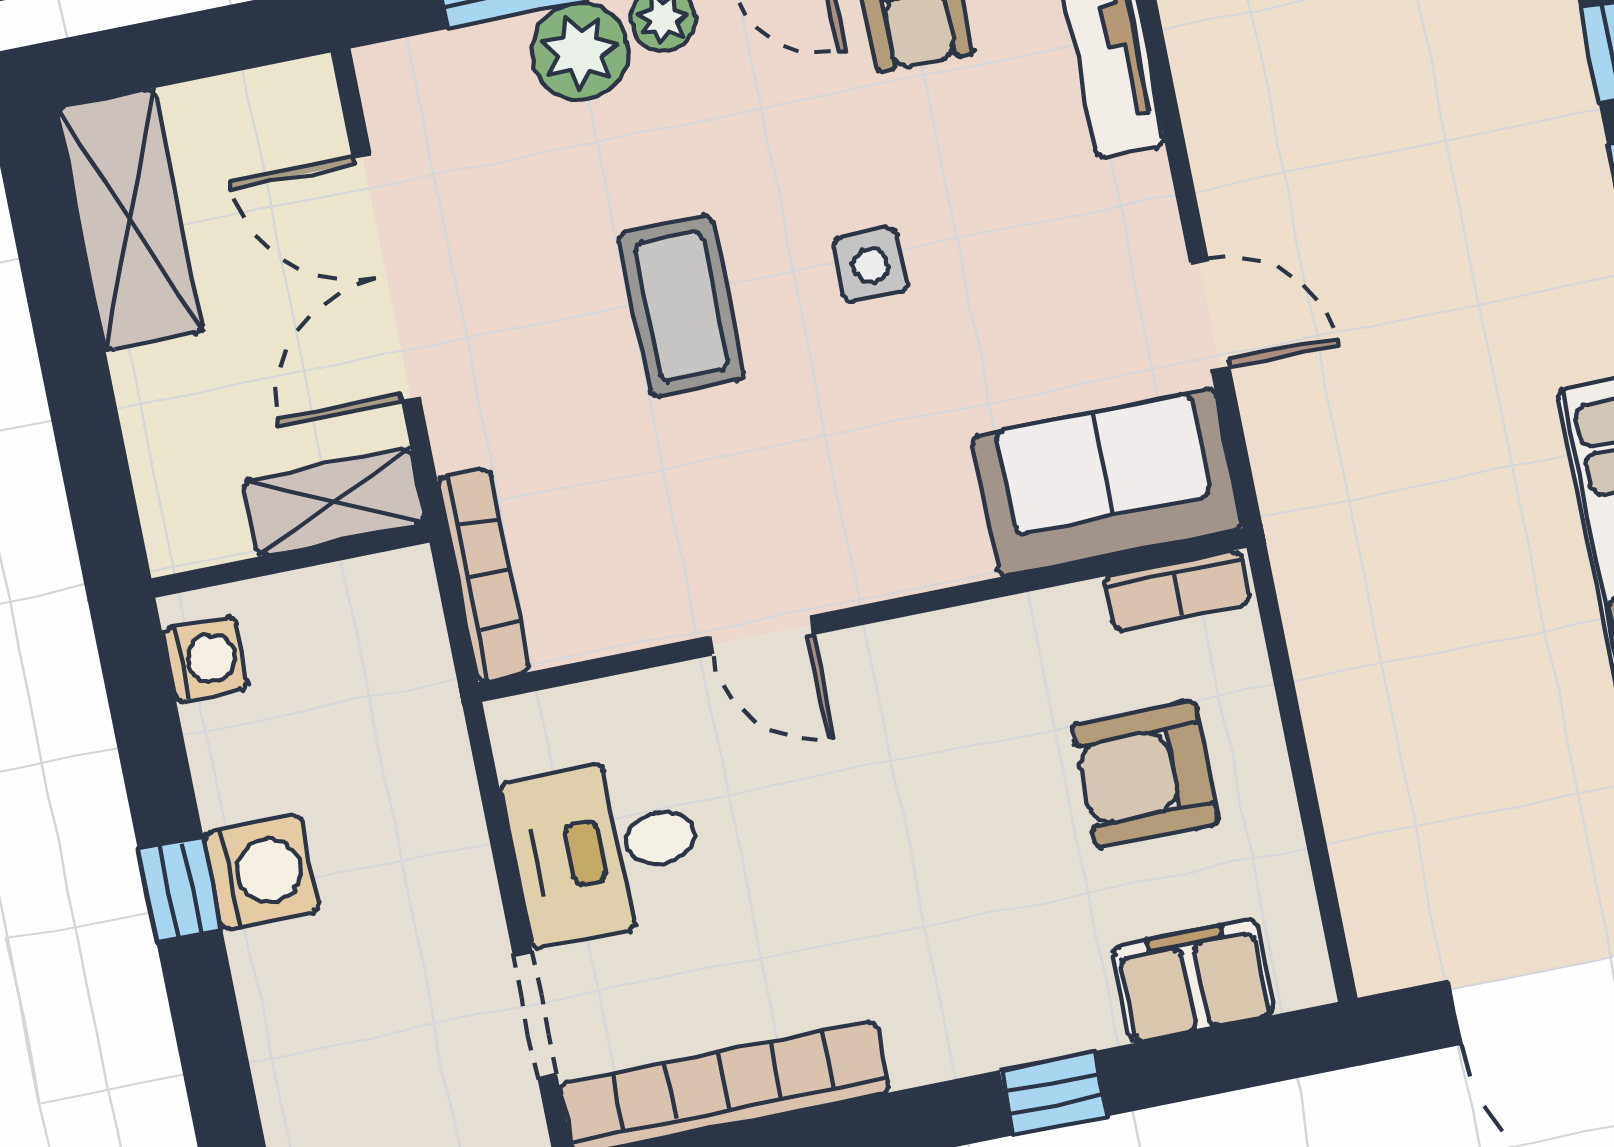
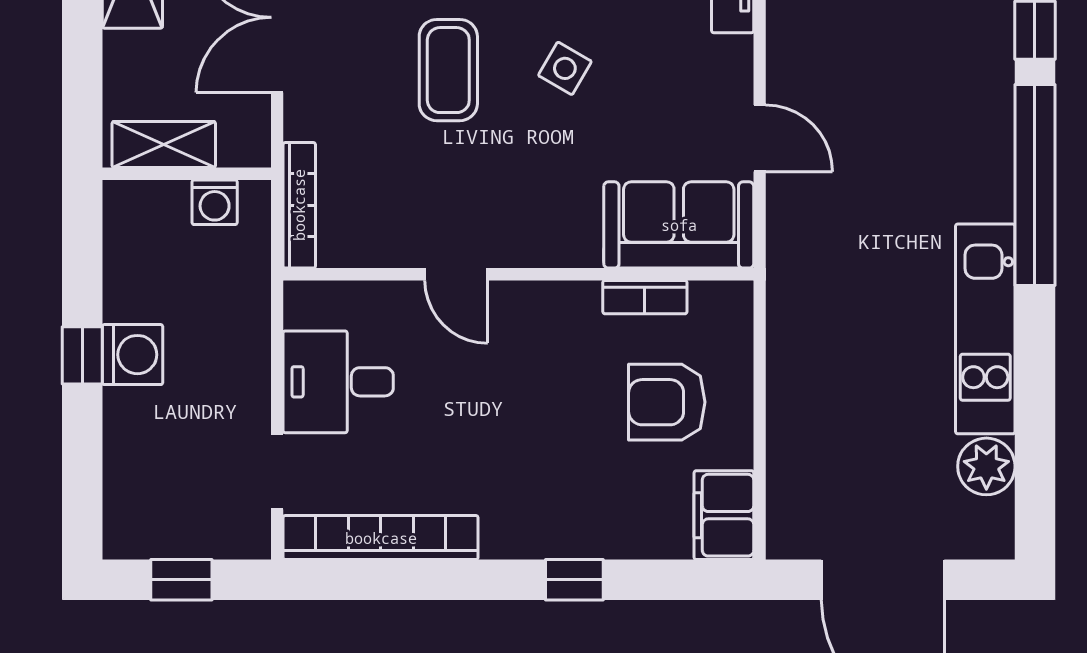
side table: (870, 265) -> (565, 68), turned 30
shelving: (334, 502) -> (164, 144), moved
bookcase: (1177, 590) -> (645, 297), moved
washing machine: (205, 659) -> (215, 202), moved, turned 90
filing cabinet: (1193, 981) -> (724, 515), moved, turned -90

